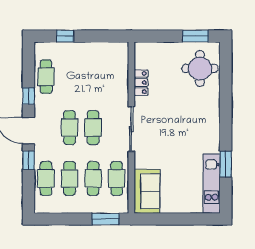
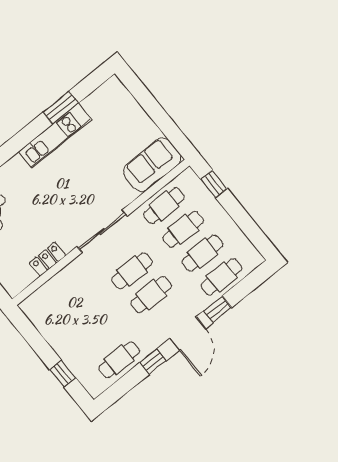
kitchen unit: (212, 184) -> (55, 136), moved
window: (106, 219) -> (214, 184), width x0.67

